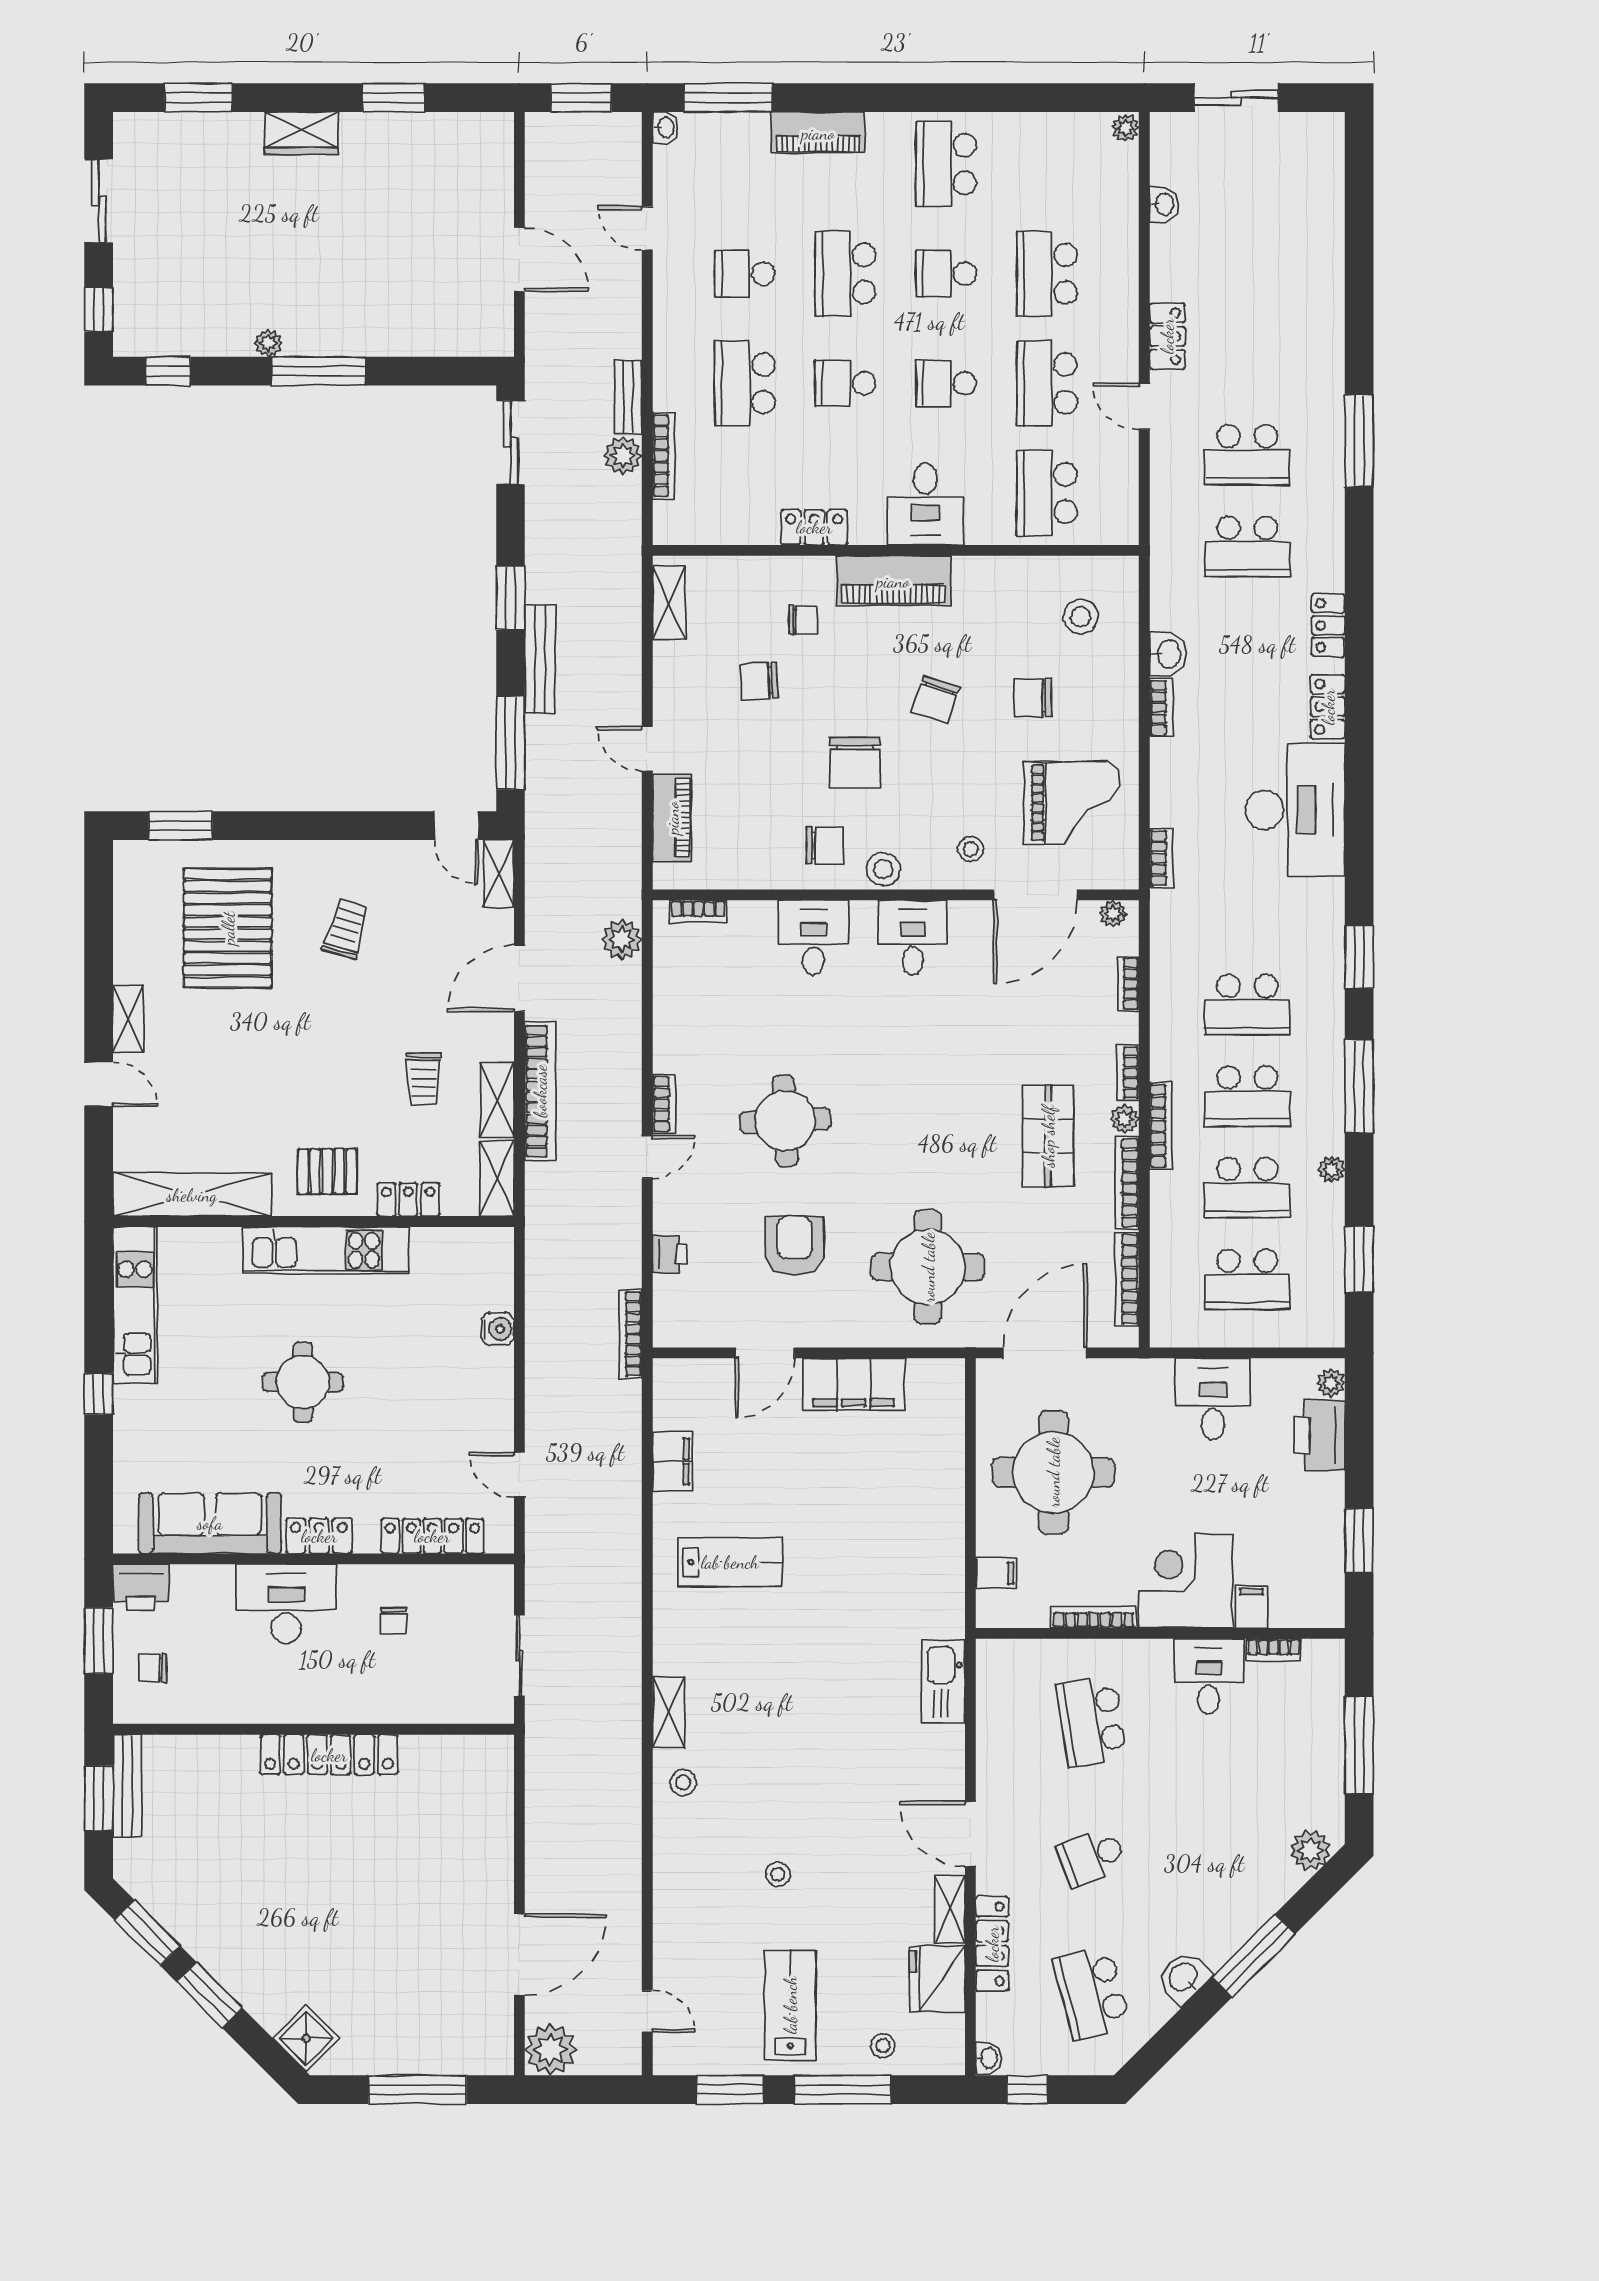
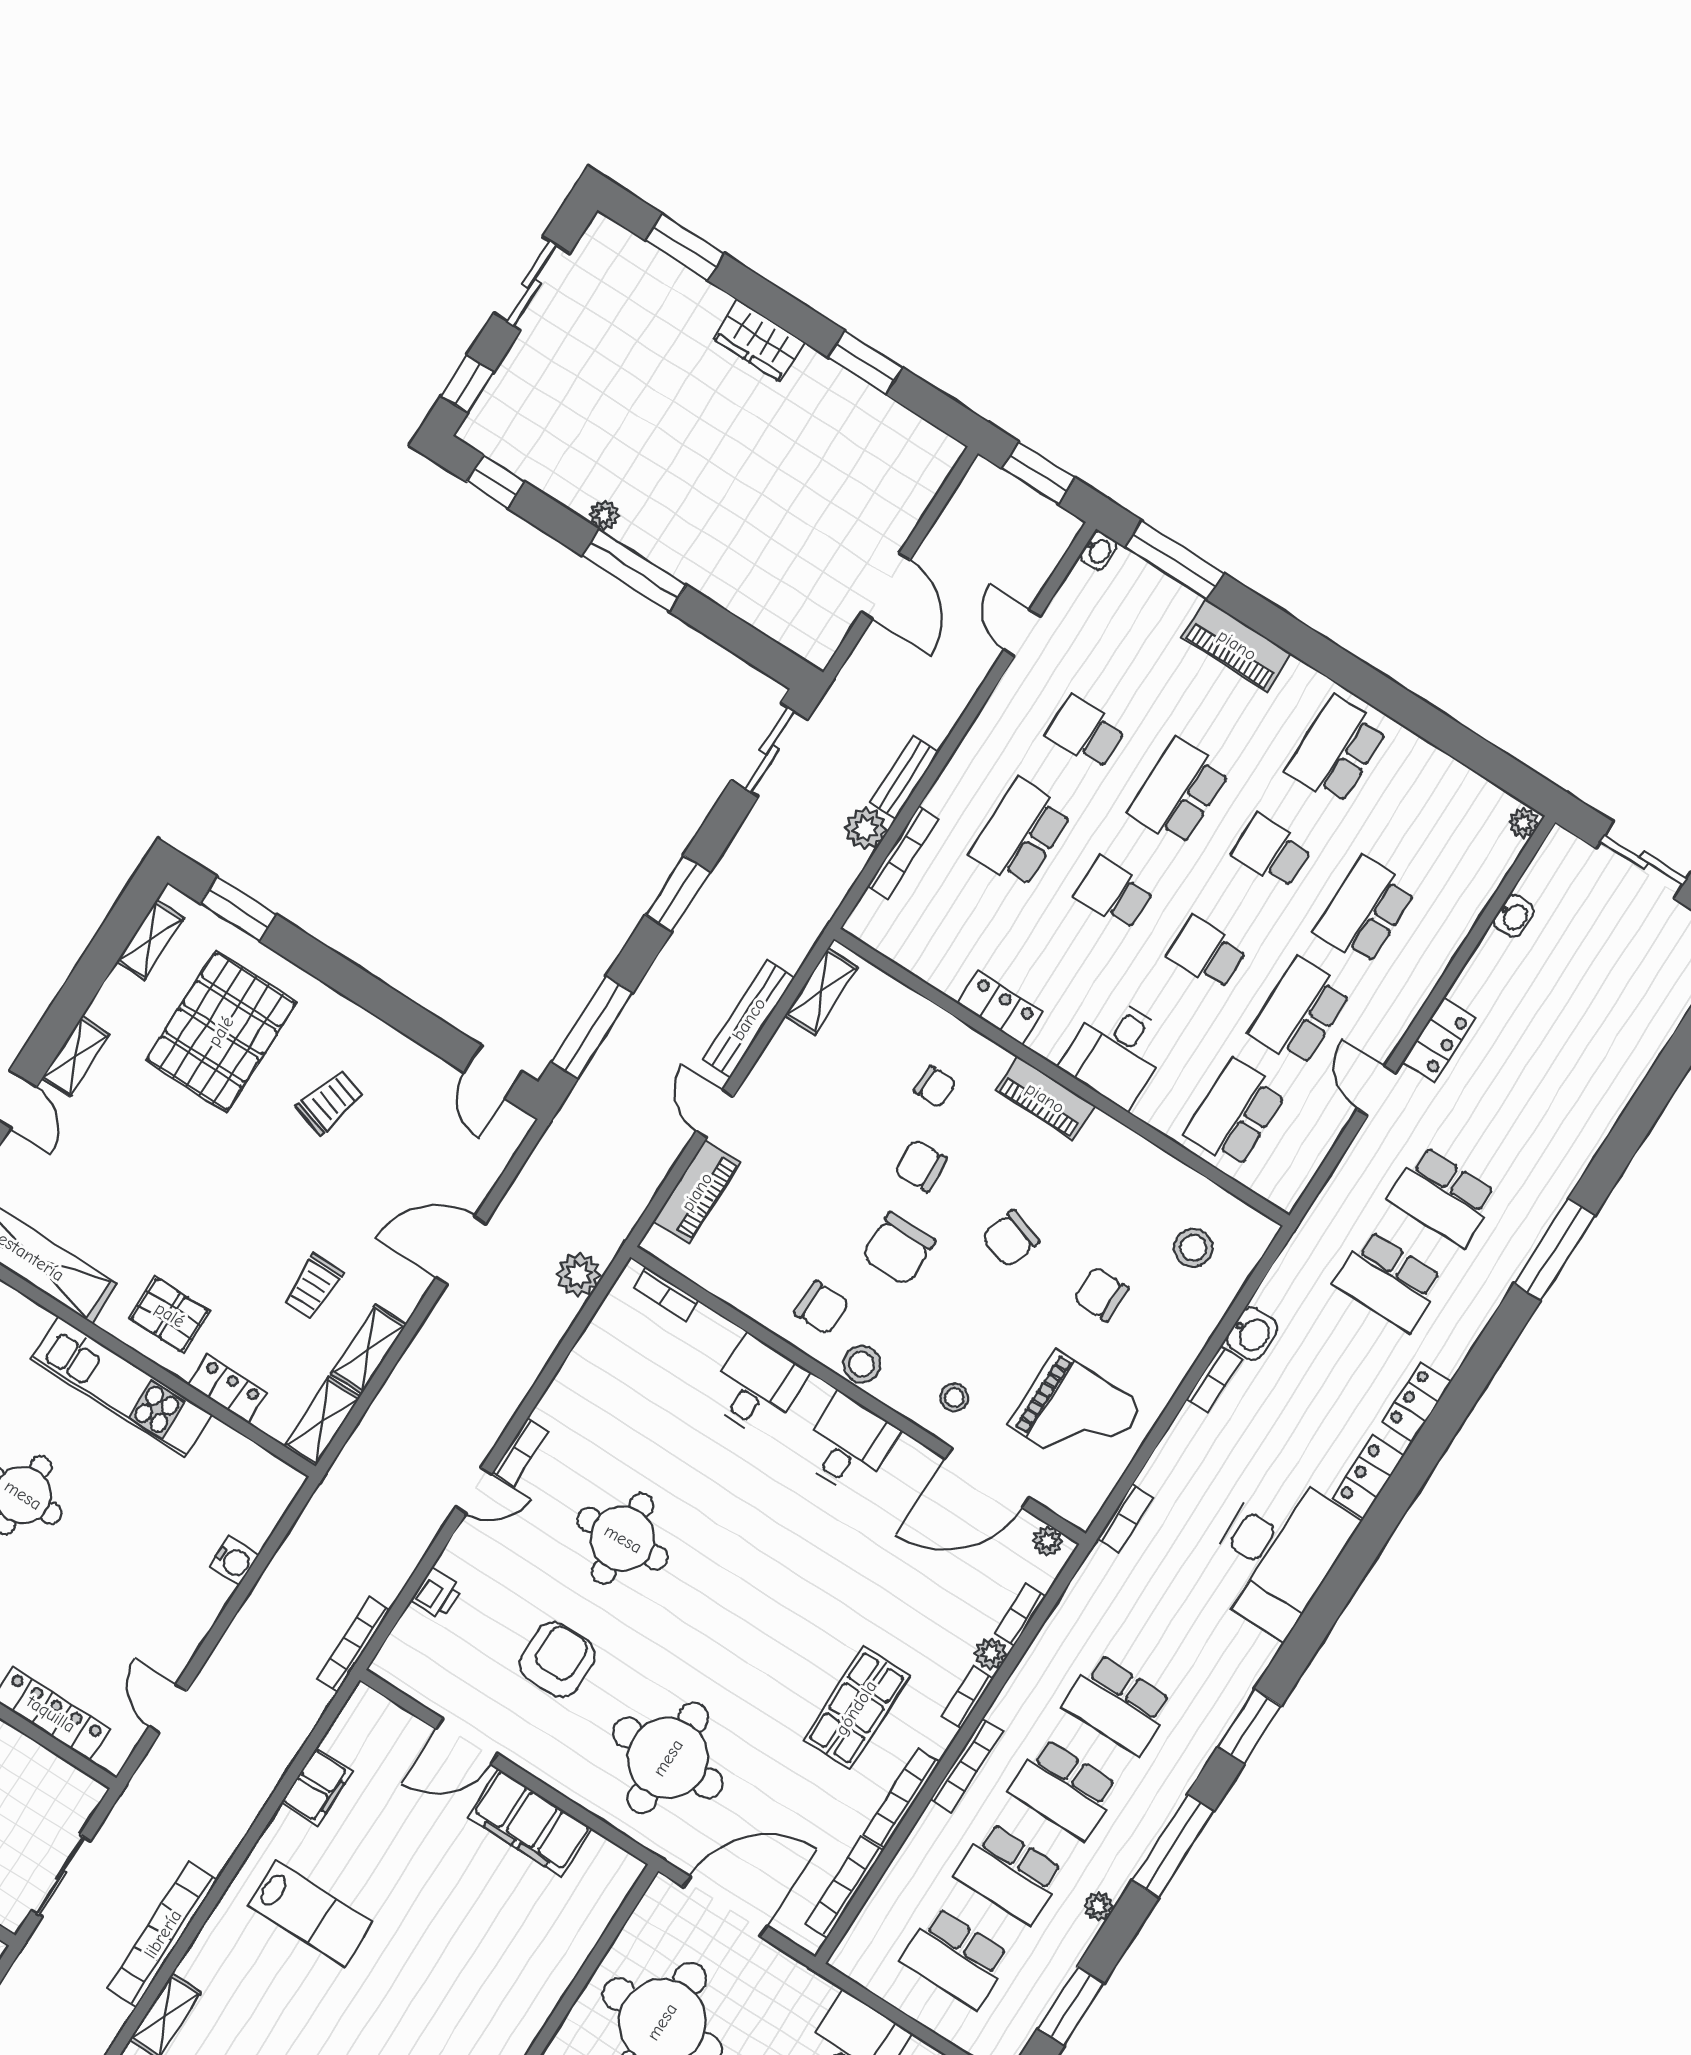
piano: (893, 581) -> (1045, 1098), width x0.73, depth x0.75
bench: (540, 659) -> (749, 1019), moved
chair: (759, 681) -> (921, 1166), moved
shelving: (499, 874) -> (150, 940), moved
bookcase: (540, 1091) -> (163, 1934), moved, turned 180
plant: (1125, 1119) -> (991, 1654), moved

